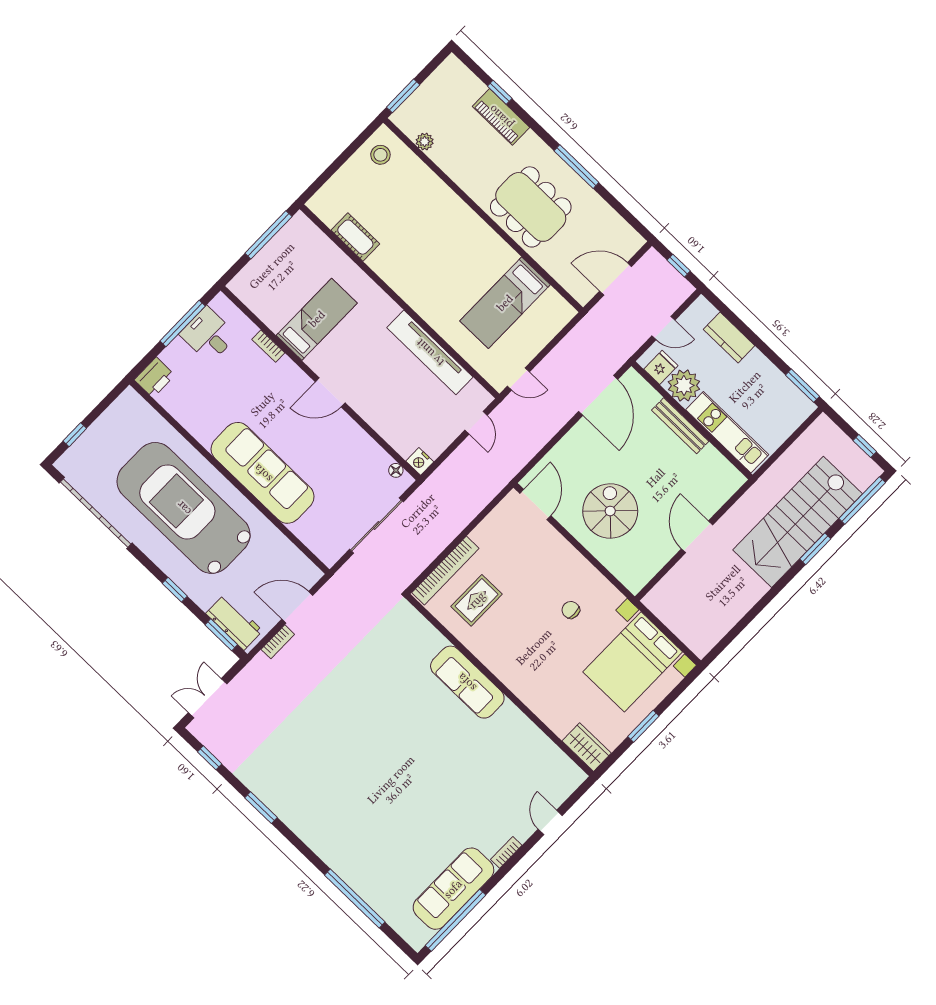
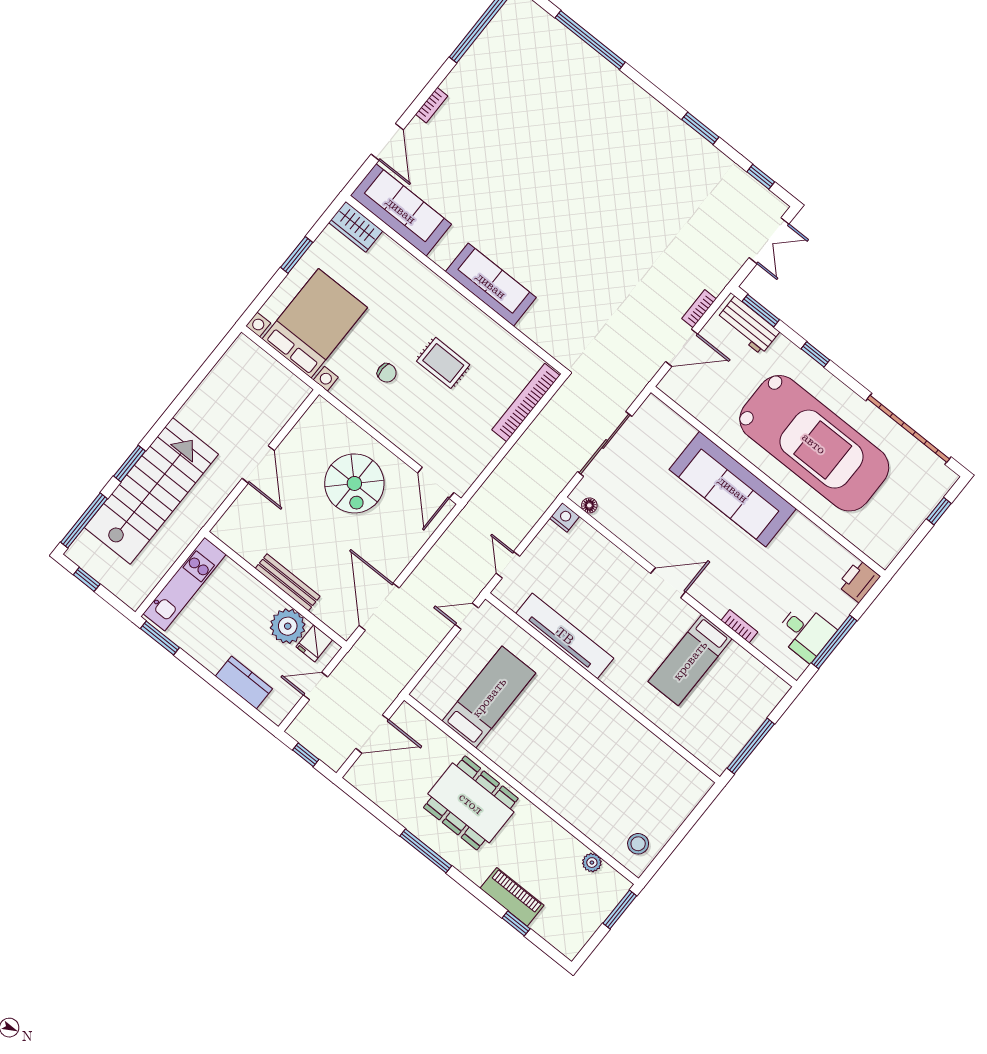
cot: (355, 237) -> (657, 753), removed
kitchen unit: (727, 432) -> (185, 584), moved, turned -90
rug: (477, 600) -> (443, 363), moved, turned 90
door: (550, 822) -> (387, 142), width x1.38
sofa: (453, 889) -> (401, 210), moved, turned -90

